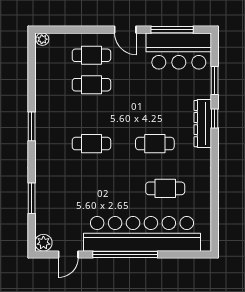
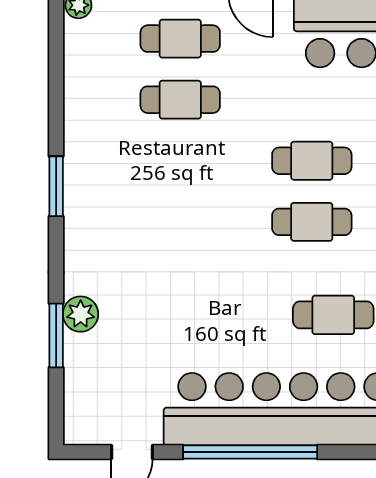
cafe table: (91, 144) -> (312, 161), moved
plant: (43, 243) -> (81, 314), moved

